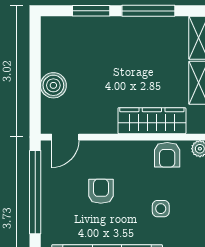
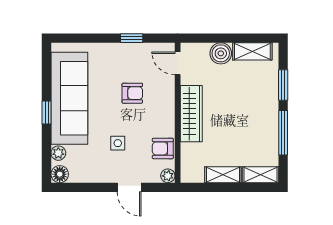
shelving: (51, 48) -> (252, 51), added
wardrobe: (152, 121) -> (191, 114), moved
window: (35, 192) -> (132, 38), width x0.32

